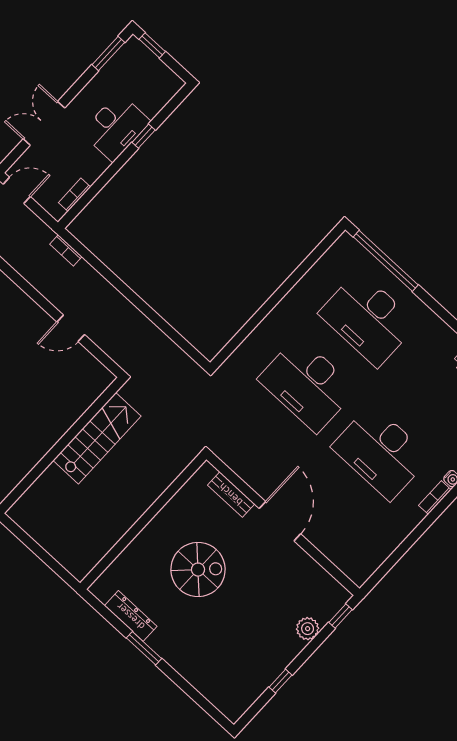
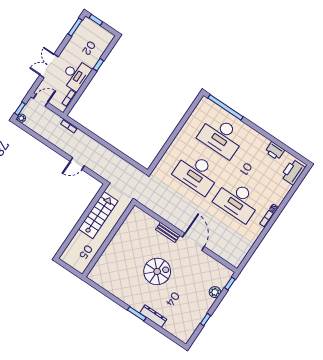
desk: (116, 127) -> (76, 75), moved
wall: (143, 521) -> (108, 240), moved
dresser: (131, 616) -> (153, 316), moved

